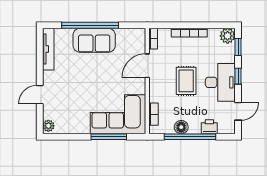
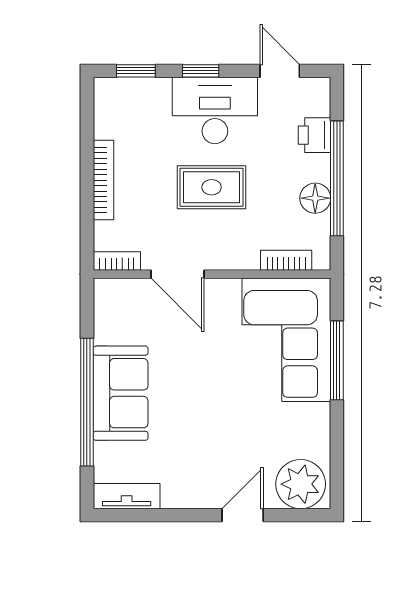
plant: (228, 36) -> (111, 94), removed
tv unit: (48, 49) -> (127, 496), width x0.71
door: (40, 95) -> (243, 515), swing flipped
plant: (48, 126) -> (301, 484), width x1.88, depth x1.88

